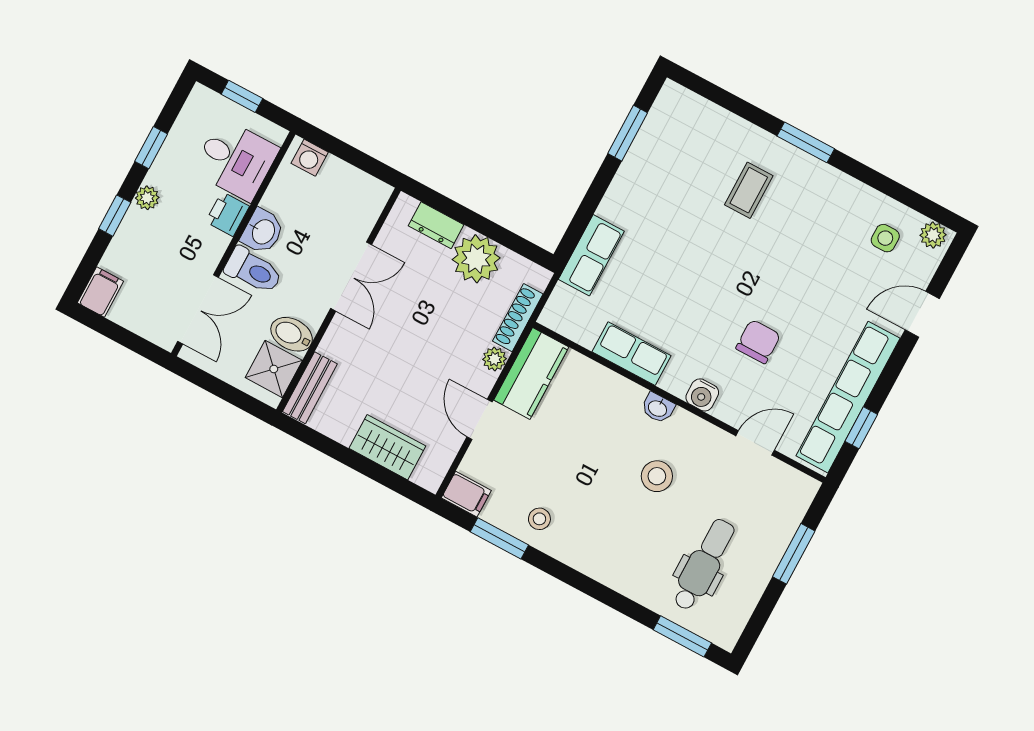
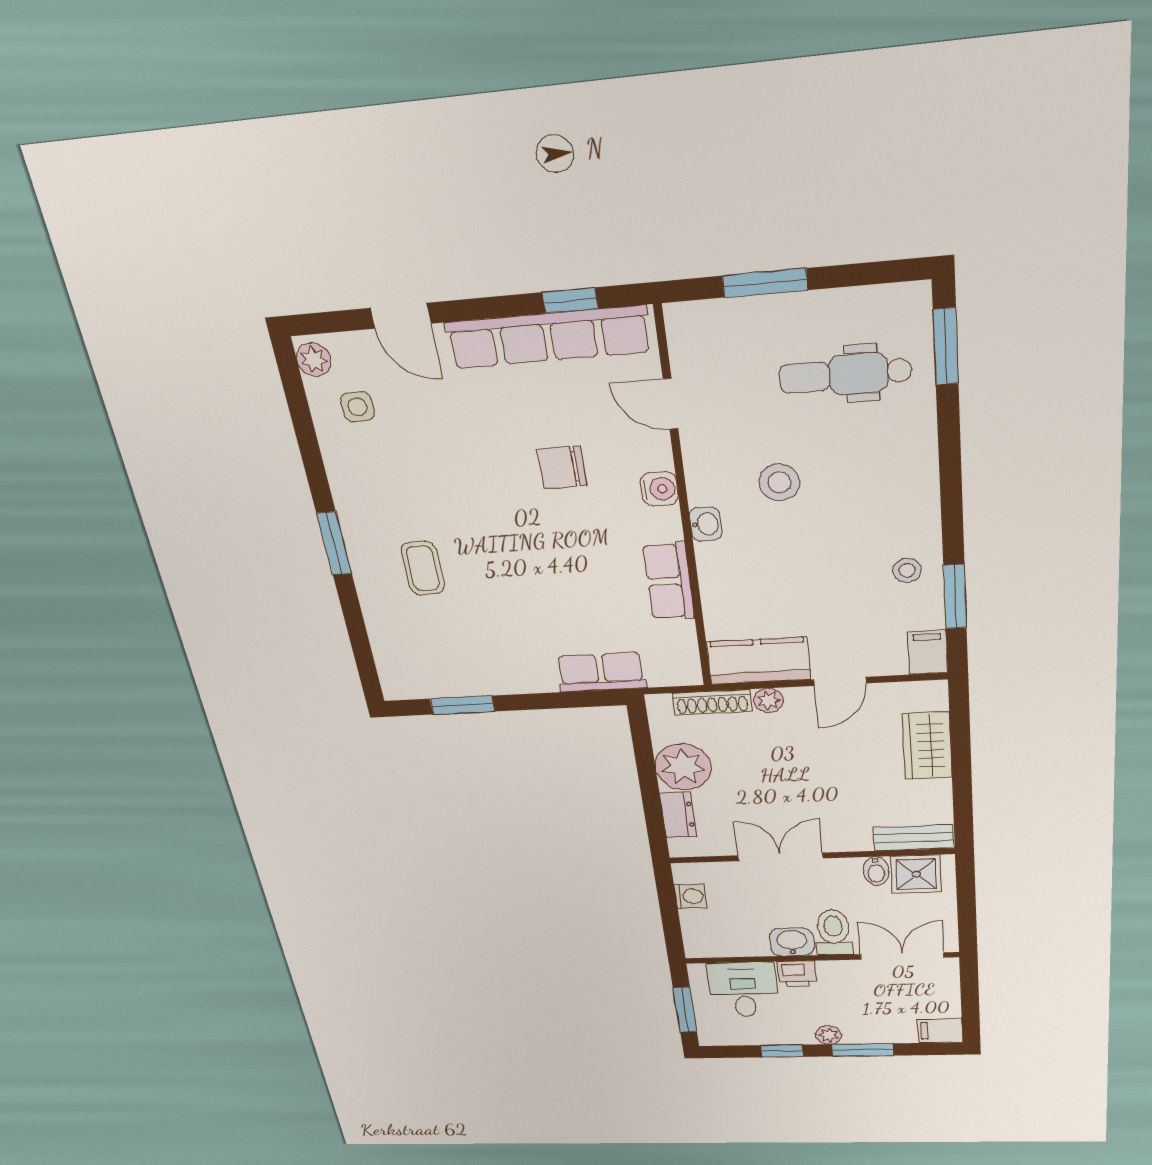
window: (242, 96) -> (685, 1010), width x1.50
washing machine: (310, 158) -> (691, 896), moved
coffee table: (749, 190) -> (423, 568), turned 90
window: (115, 216) -> (862, 1050), width x1.50
bidet: (292, 334) -> (876, 871), width x0.72, depth x0.74

